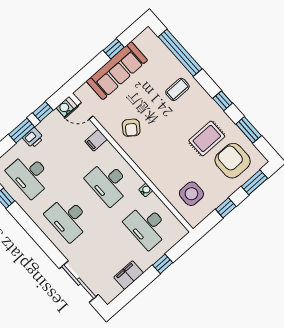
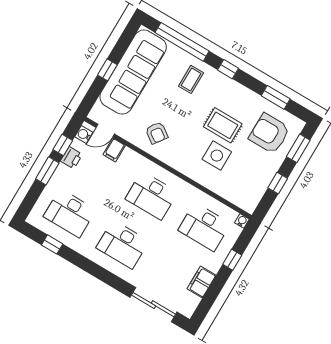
window: (114, 49) -> (107, 70), moved
sofa: (117, 71) -> (133, 72), width x1.36, depth x1.27
window: (223, 101) -> (228, 69), moved
printer: (33, 138) -> (71, 158), moved
rug: (207, 138) -> (223, 125), moved, turned 90
filing cabinet: (96, 140) -> (114, 150), moved
water cooler: (146, 190) -> (242, 221), moved
side table: (191, 194) -> (217, 156), moved

